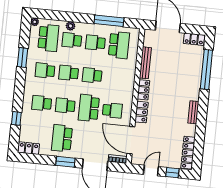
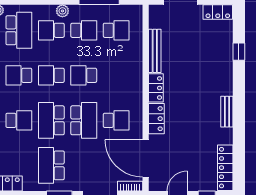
plant: (71, 26) -> (62, 11), moved
school desk: (95, 43) -> (84, 30), turned 180
school desk: (119, 45) -> (116, 30), width x0.54
window: (206, 69) -> (239, 52), width x0.32
school desk: (42, 103) -> (19, 120), turned 180
school desk: (65, 106) -> (51, 120), width x1.85
school desk: (89, 108) -> (84, 120), turned 180

